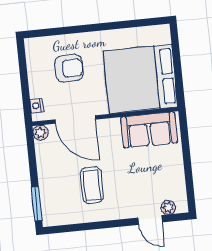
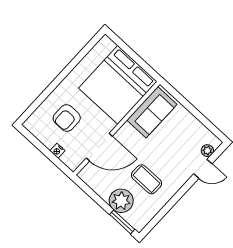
armchair: (69, 68) -> (67, 118), turned 180
nightstand: (37, 106) -> (57, 151), moved
plant: (41, 133) -> (121, 201), moved, width x1.88, depth x1.88

